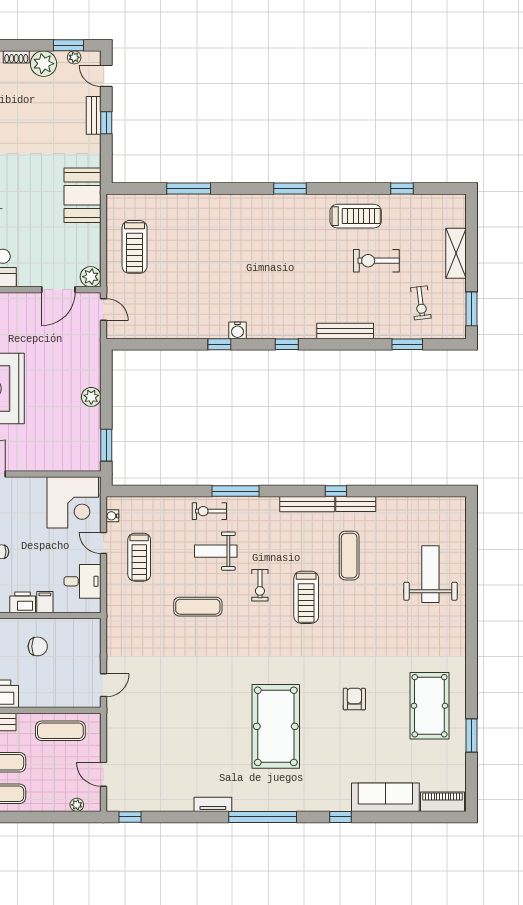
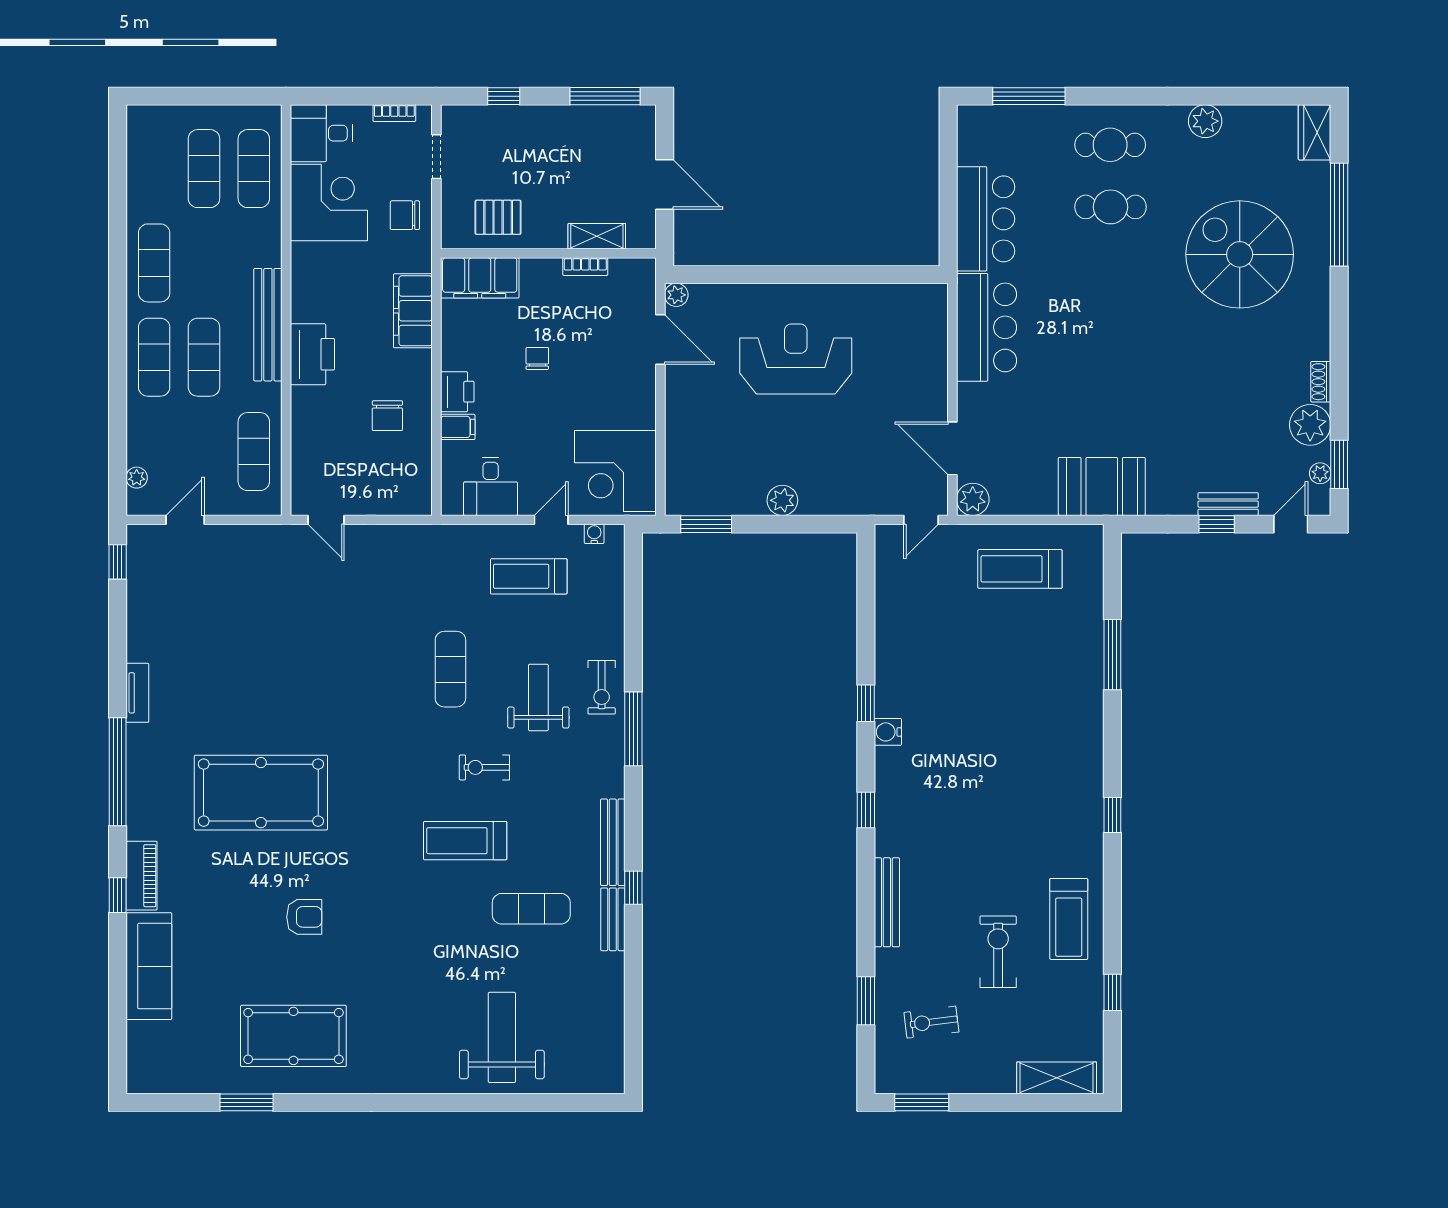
window: (290, 189) -> (1112, 815), width x0.67
shelving: (456, 253) -> (1057, 1078), moved
exercise bike: (209, 511) -> (602, 687), turned 180
weight bench: (430, 574) -> (502, 1037), turned -90
piano: (442, 802) -> (141, 876), moved

